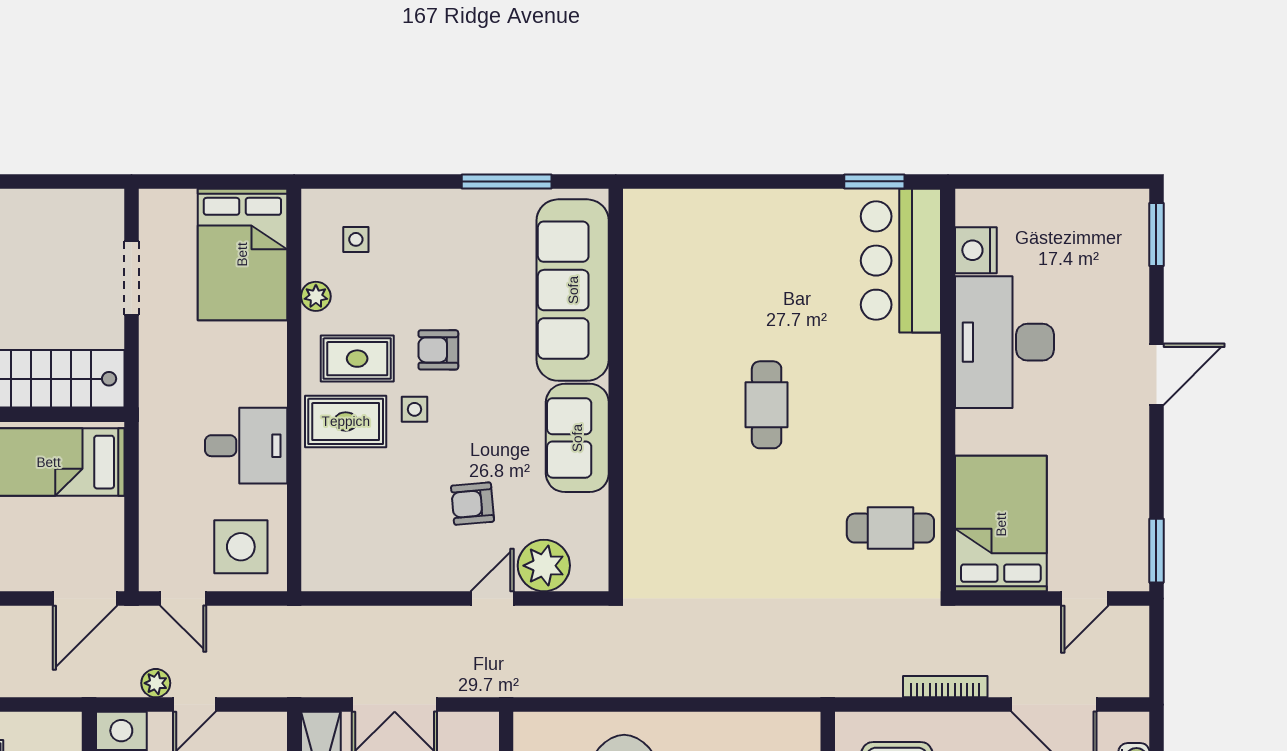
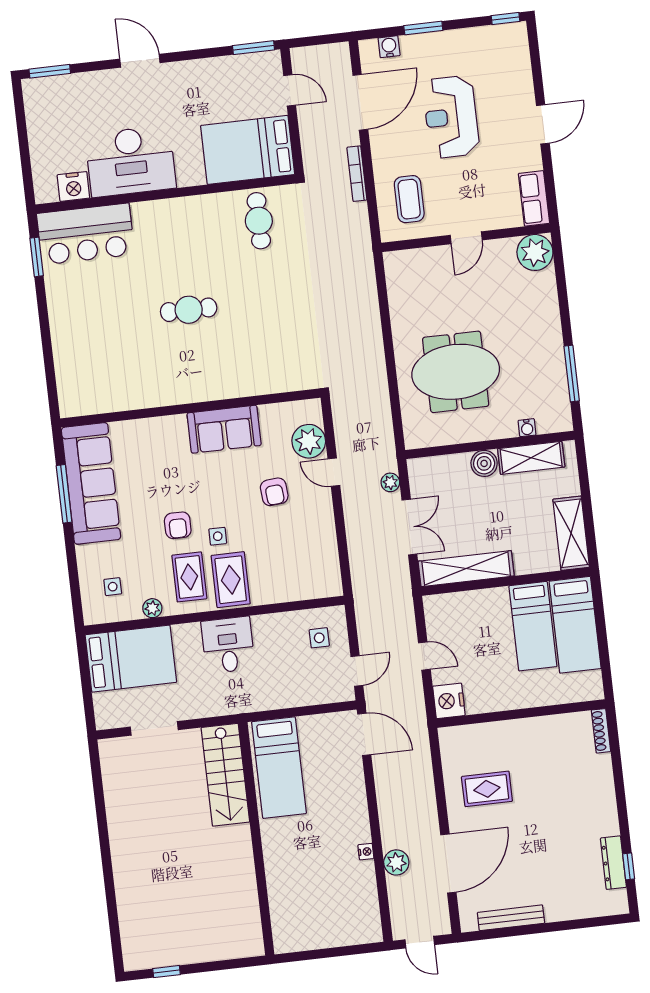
sofa: (573, 290) -> (91, 483), moved, turned -90
desk: (246, 446) -> (228, 645), moved
side table: (241, 547) -> (319, 638), width x0.54, depth x0.54
plant: (156, 683) -> (390, 482), moved

